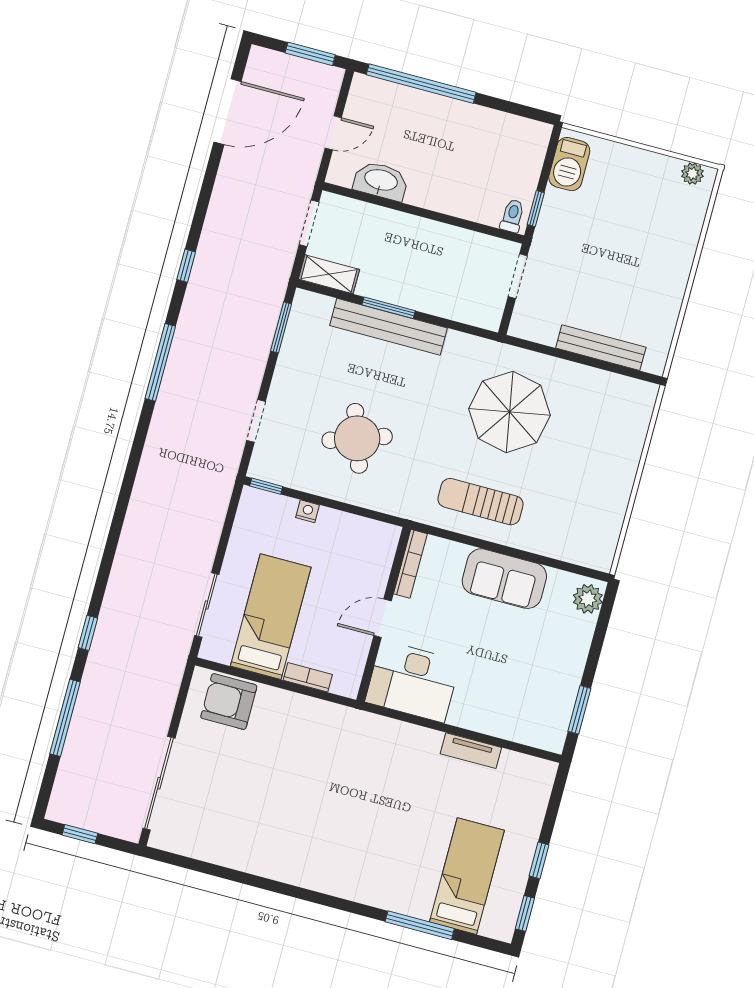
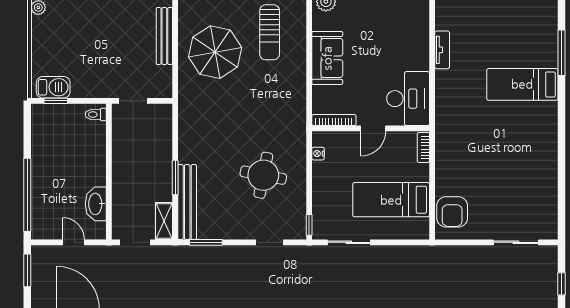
window: (536, 209) -> (56, 101), moved
bench: (388, 327) -> (187, 202), moved
parasol: (510, 412) -> (215, 52), moved
round table: (357, 438) -> (263, 175), turned 30
sun lounger: (480, 502) -> (270, 32), moved
nightstand: (308, 511) -> (318, 154), moved
sliding door: (207, 605) -> (349, 242), moved
door: (383, 618) -> (373, 128), hinge flipped
bookcase: (308, 677) -> (423, 147), moved
sliding door: (159, 783) -> (516, 242), width x0.73
bed: (467, 876) -> (522, 84), moved

